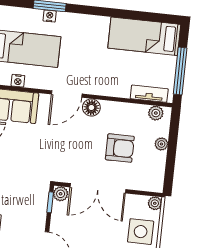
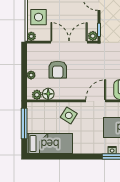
side table: (110, 76) -> (69, 115), added
tv unit: (149, 94) -> (42, 107), removed
floor lamp: (91, 107) -> (48, 94), moved
armchair: (120, 148) -> (58, 70), turned -90

